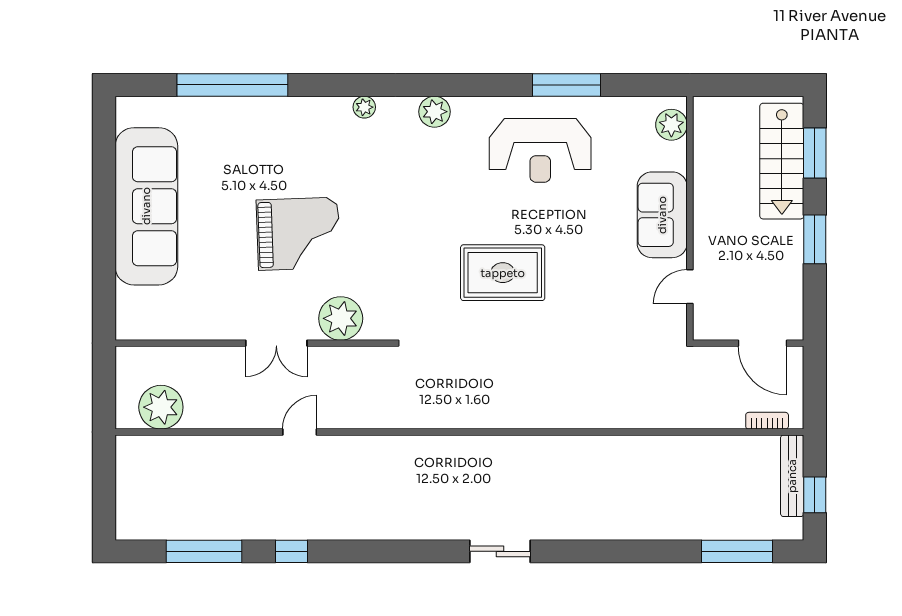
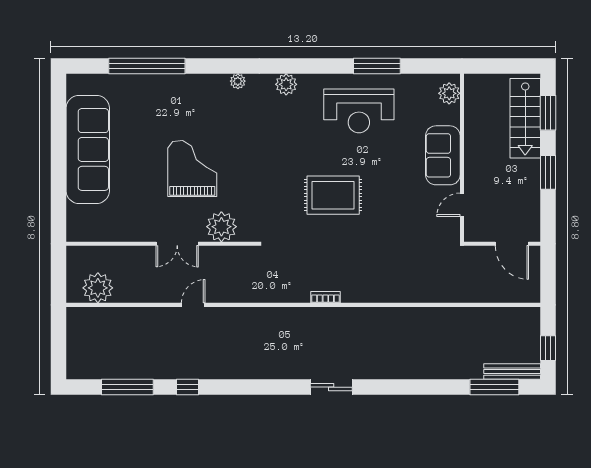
grand piano: (298, 234) -> (192, 168), turned -88
bookcase: (767, 421) -> (325, 297), moved
bench: (792, 476) -> (512, 372), moved, turned 90

